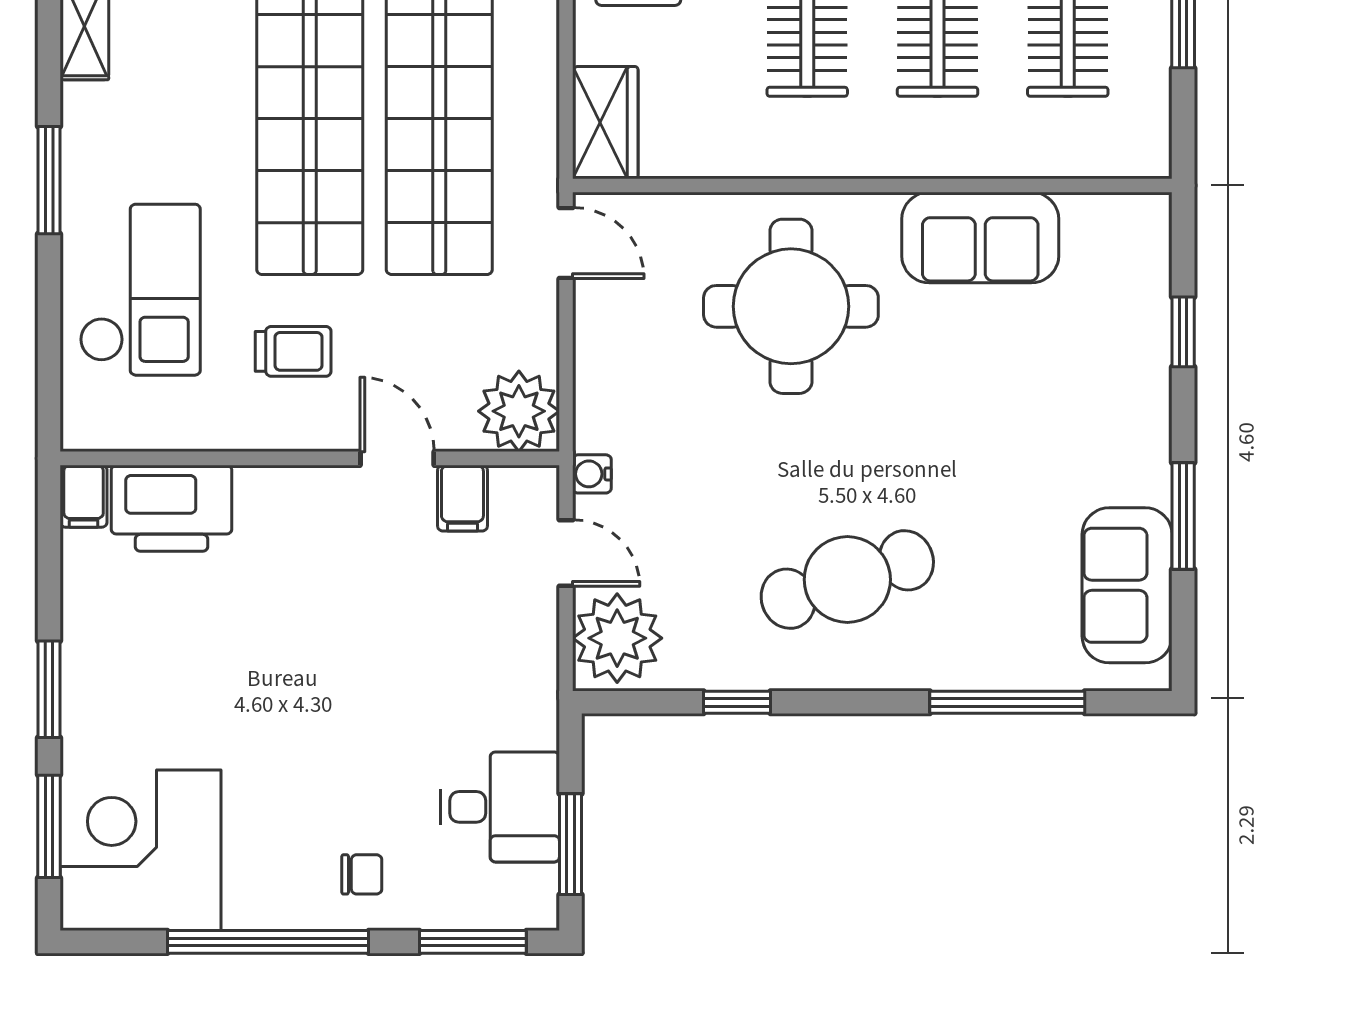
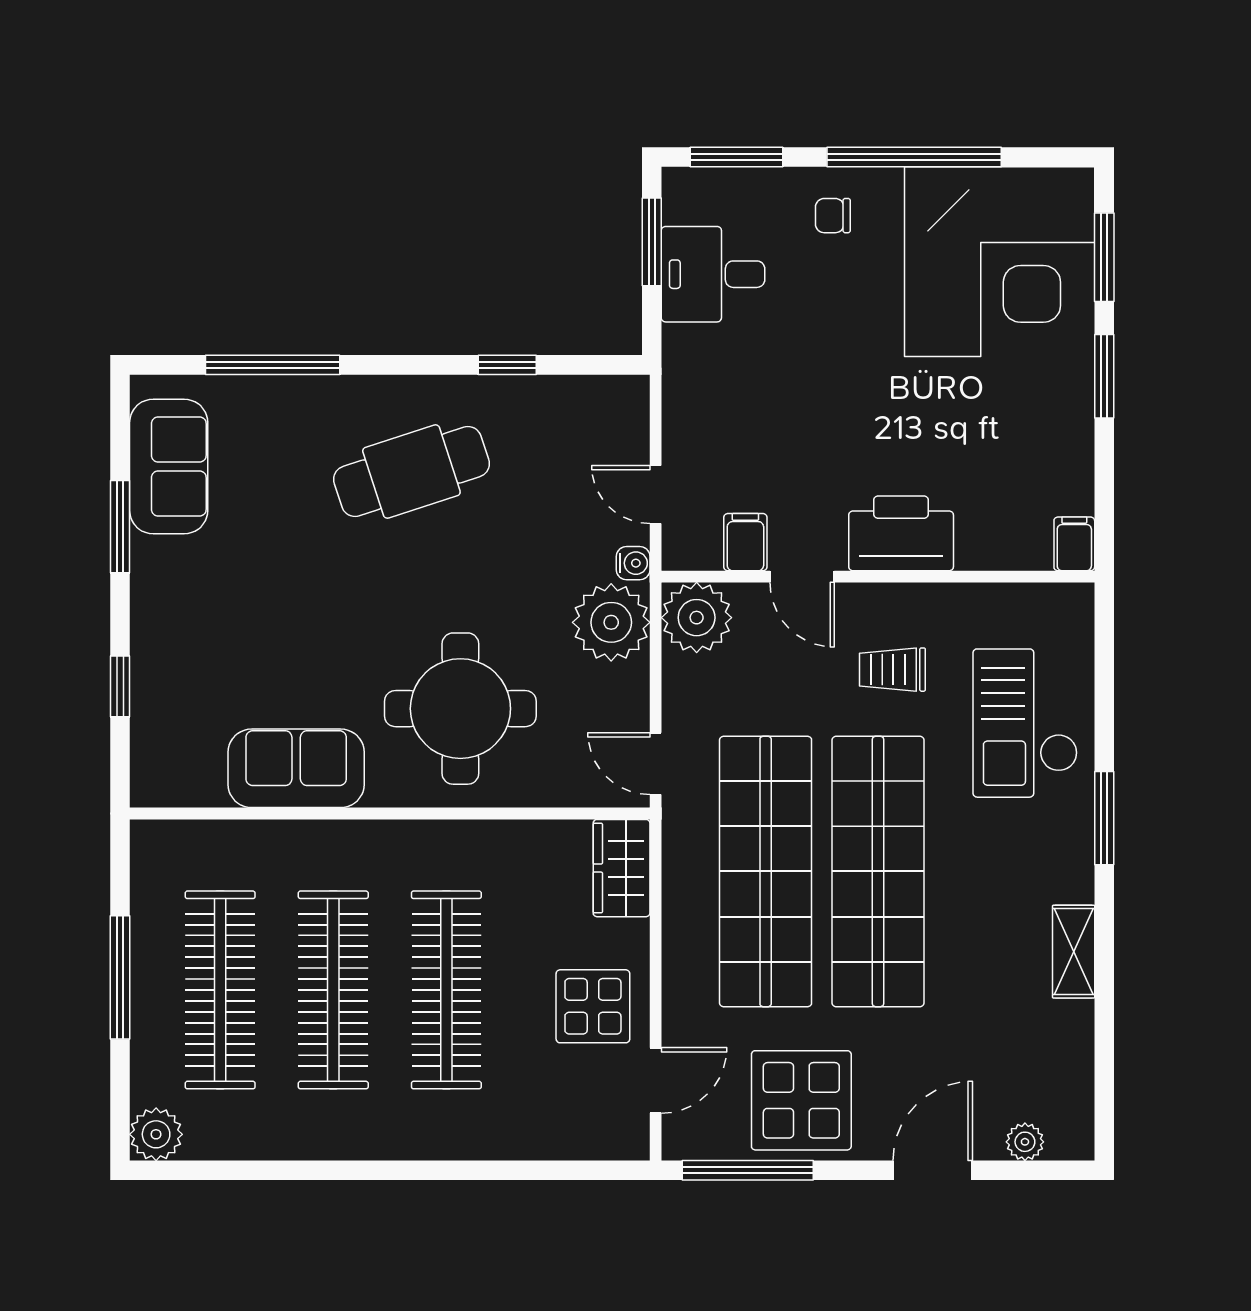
printer: (172, 508) -> (901, 533), moved
plant: (617, 638) -> (611, 622), moved
corner desk: (141, 850) -> (1000, 262), width x1.36, depth x1.36

